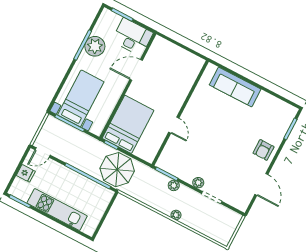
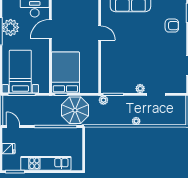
door: (174, 125) -> (100, 33), moved
armchair: (263, 150) -> (172, 26), moved, turned -90
door: (43, 152) -> (13, 127), swing flipped
plant: (174, 185) -> (103, 100), moved

